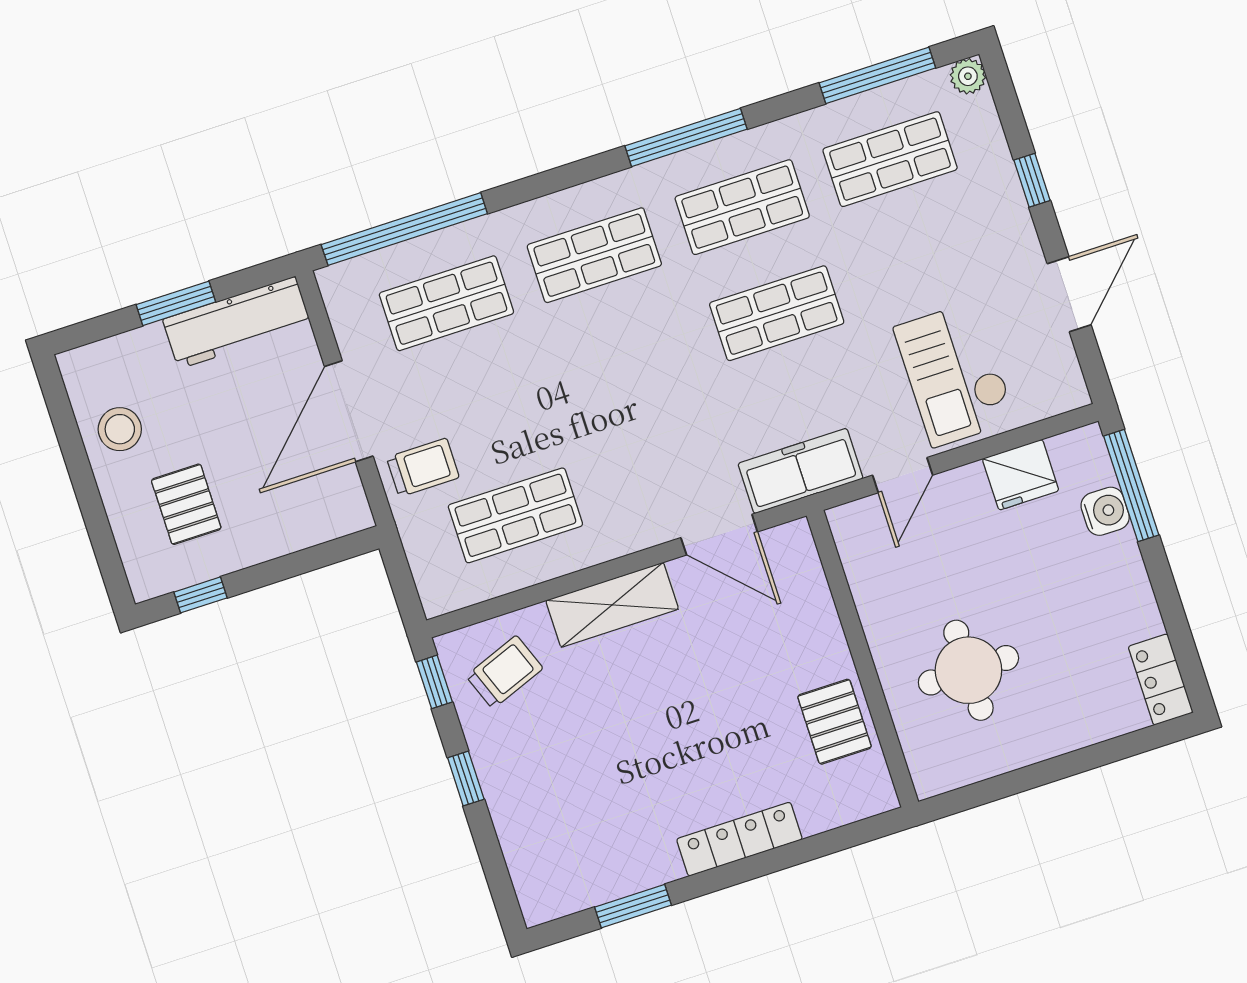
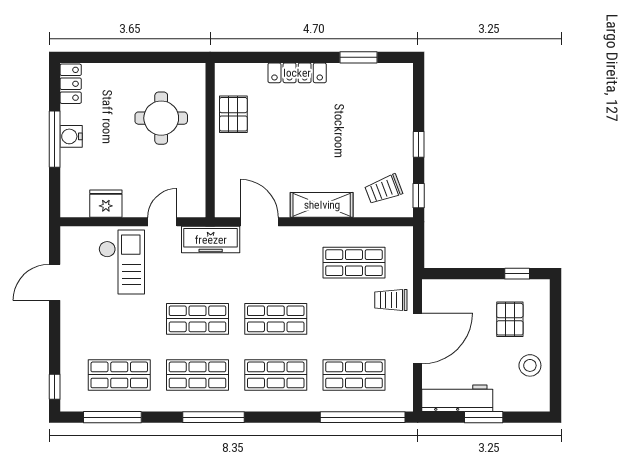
plant: (968, 76) -> (69, 403), removed
window: (1032, 180) -> (55, 387), moved
shop shelf: (629, 361) -> (276, 319), added
window: (1131, 486) -> (55, 139), moved
water cooler: (1105, 511) -> (71, 136), moved

